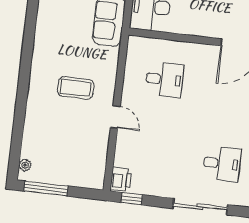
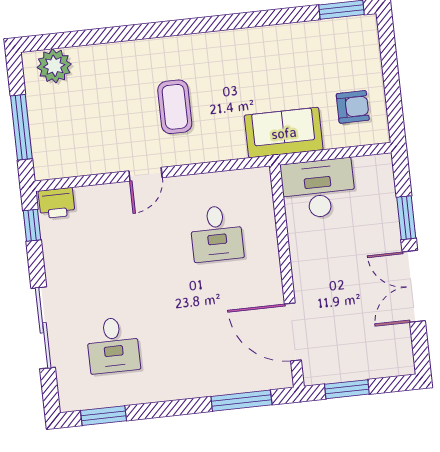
plant: (25, 165) -> (54, 66), width x1.88, depth x1.88
window: (46, 189) -> (21, 127), moved

